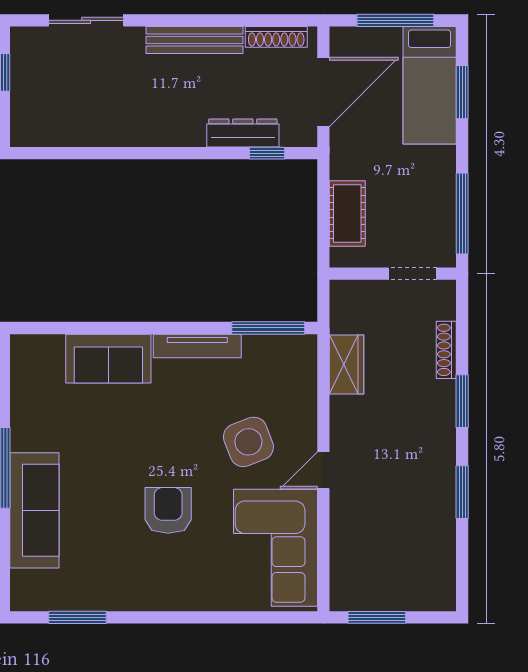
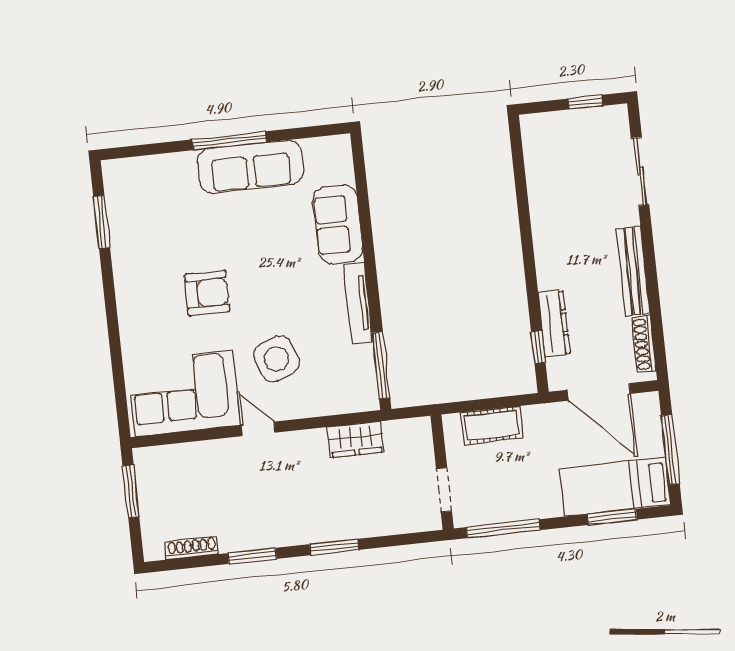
shoe rack: (446, 350) -> (192, 548), moved
sofa: (34, 510) -> (250, 166), moved

